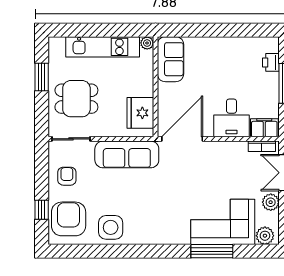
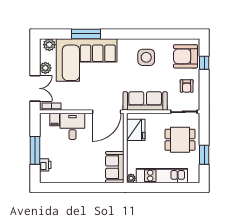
filing cabinet: (264, 128) -> (55, 120), width x0.50
armchair: (69, 219) -> (186, 56), turned 90
corner sofa: (223, 222) -> (87, 60), width x1.36, depth x1.36
side table: (111, 227) -> (146, 57), moved

